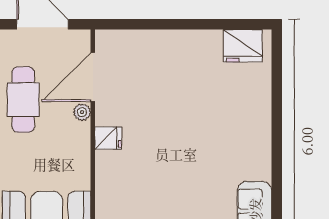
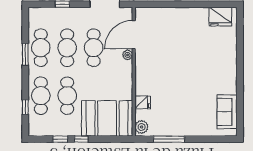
fridge: (108, 138) -> (143, 102), moved

